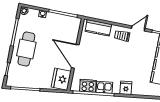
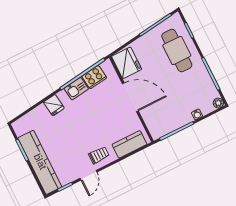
cafe table: (26, 49) -> (177, 51), moved

